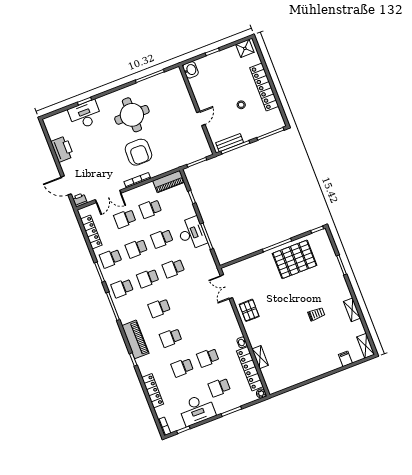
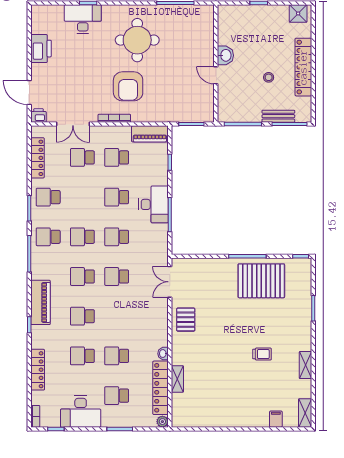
washbasin: (191, 70) -> (225, 55), moved
door: (201, 119) -> (216, 75), swing flipped
bench: (230, 143) -> (278, 116), moved
school desk: (136, 248) -> (117, 277), moved

